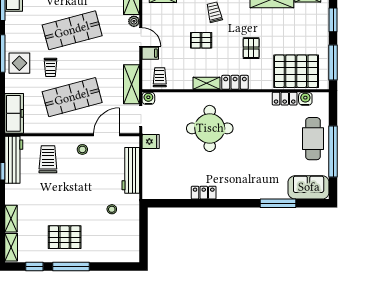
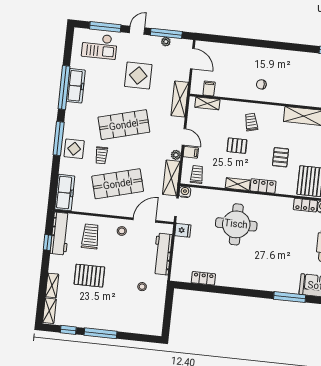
plant: (134, 21) -> (176, 155), moved
locker: (204, 193) -> (203, 278), moved
pallet: (65, 237) -> (89, 276), moved

